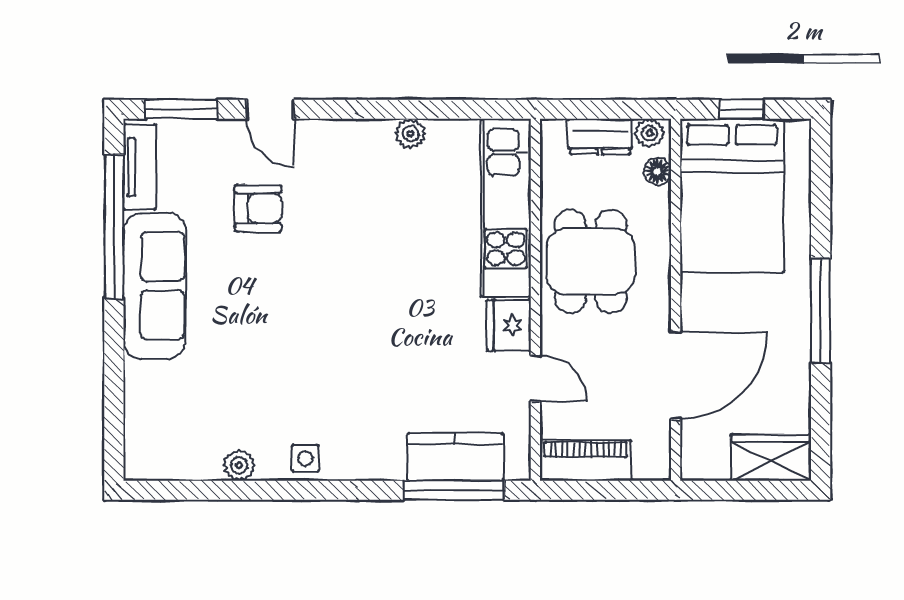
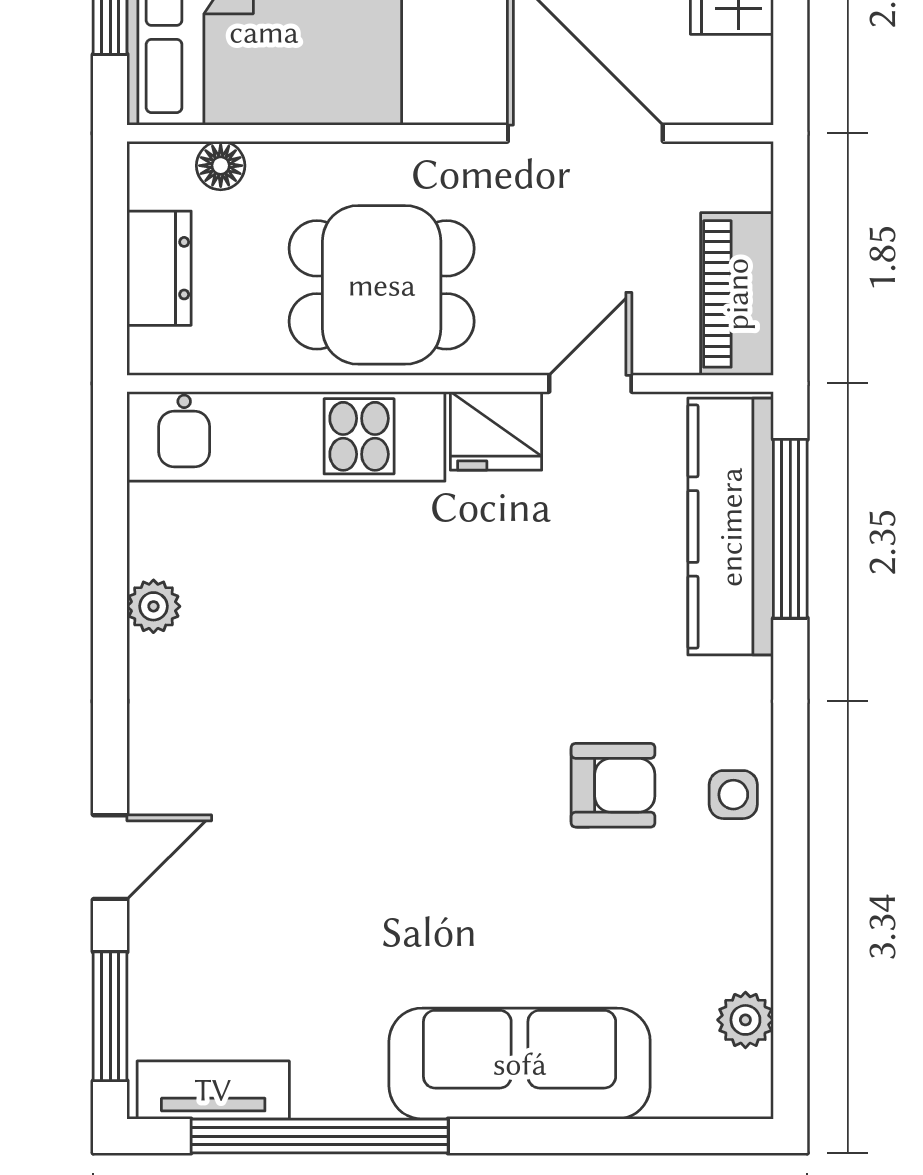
plant: (649, 133) -> (153, 180), removed
armchair: (258, 208) -> (613, 785), moved, turned 90
sofa: (155, 286) -> (520, 1064), moved
kitchen counter: (455, 457) -> (731, 527), width x1.50
plant: (239, 465) -> (745, 1020), moved

